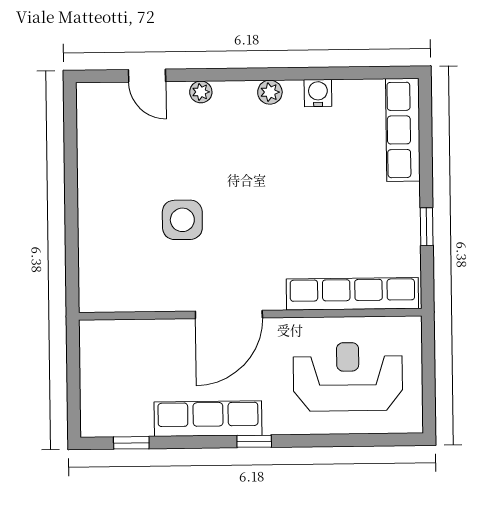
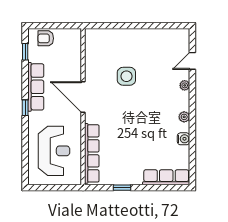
armchair: (101, 398) -> (46, 38), added

